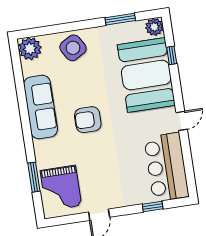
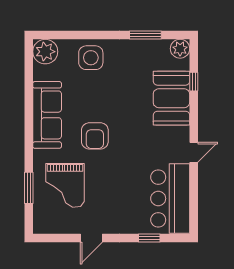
side table: (73, 48) -> (91, 58), turned 30
booth: (146, 75) -> (171, 98), width x0.73, depth x0.70
armchair: (88, 120) -> (95, 136), turned -90
grand piano: (61, 188) -> (65, 185), moved

